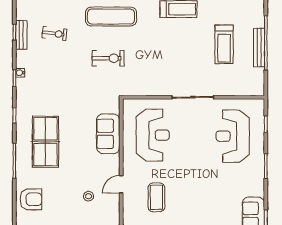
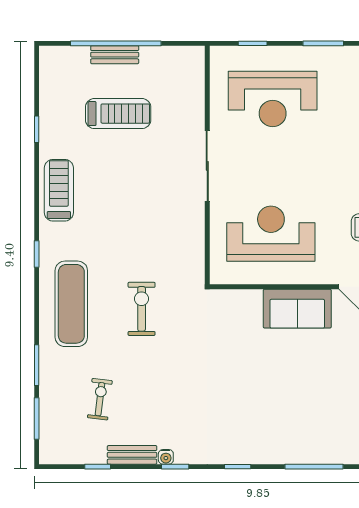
bench: (21, 35) -> (132, 455), moved
bench: (259, 47) -> (115, 55), width x0.73
sofa: (108, 134) -> (297, 309), moved
table tennis table: (45, 142) -> (282, 414), removed

